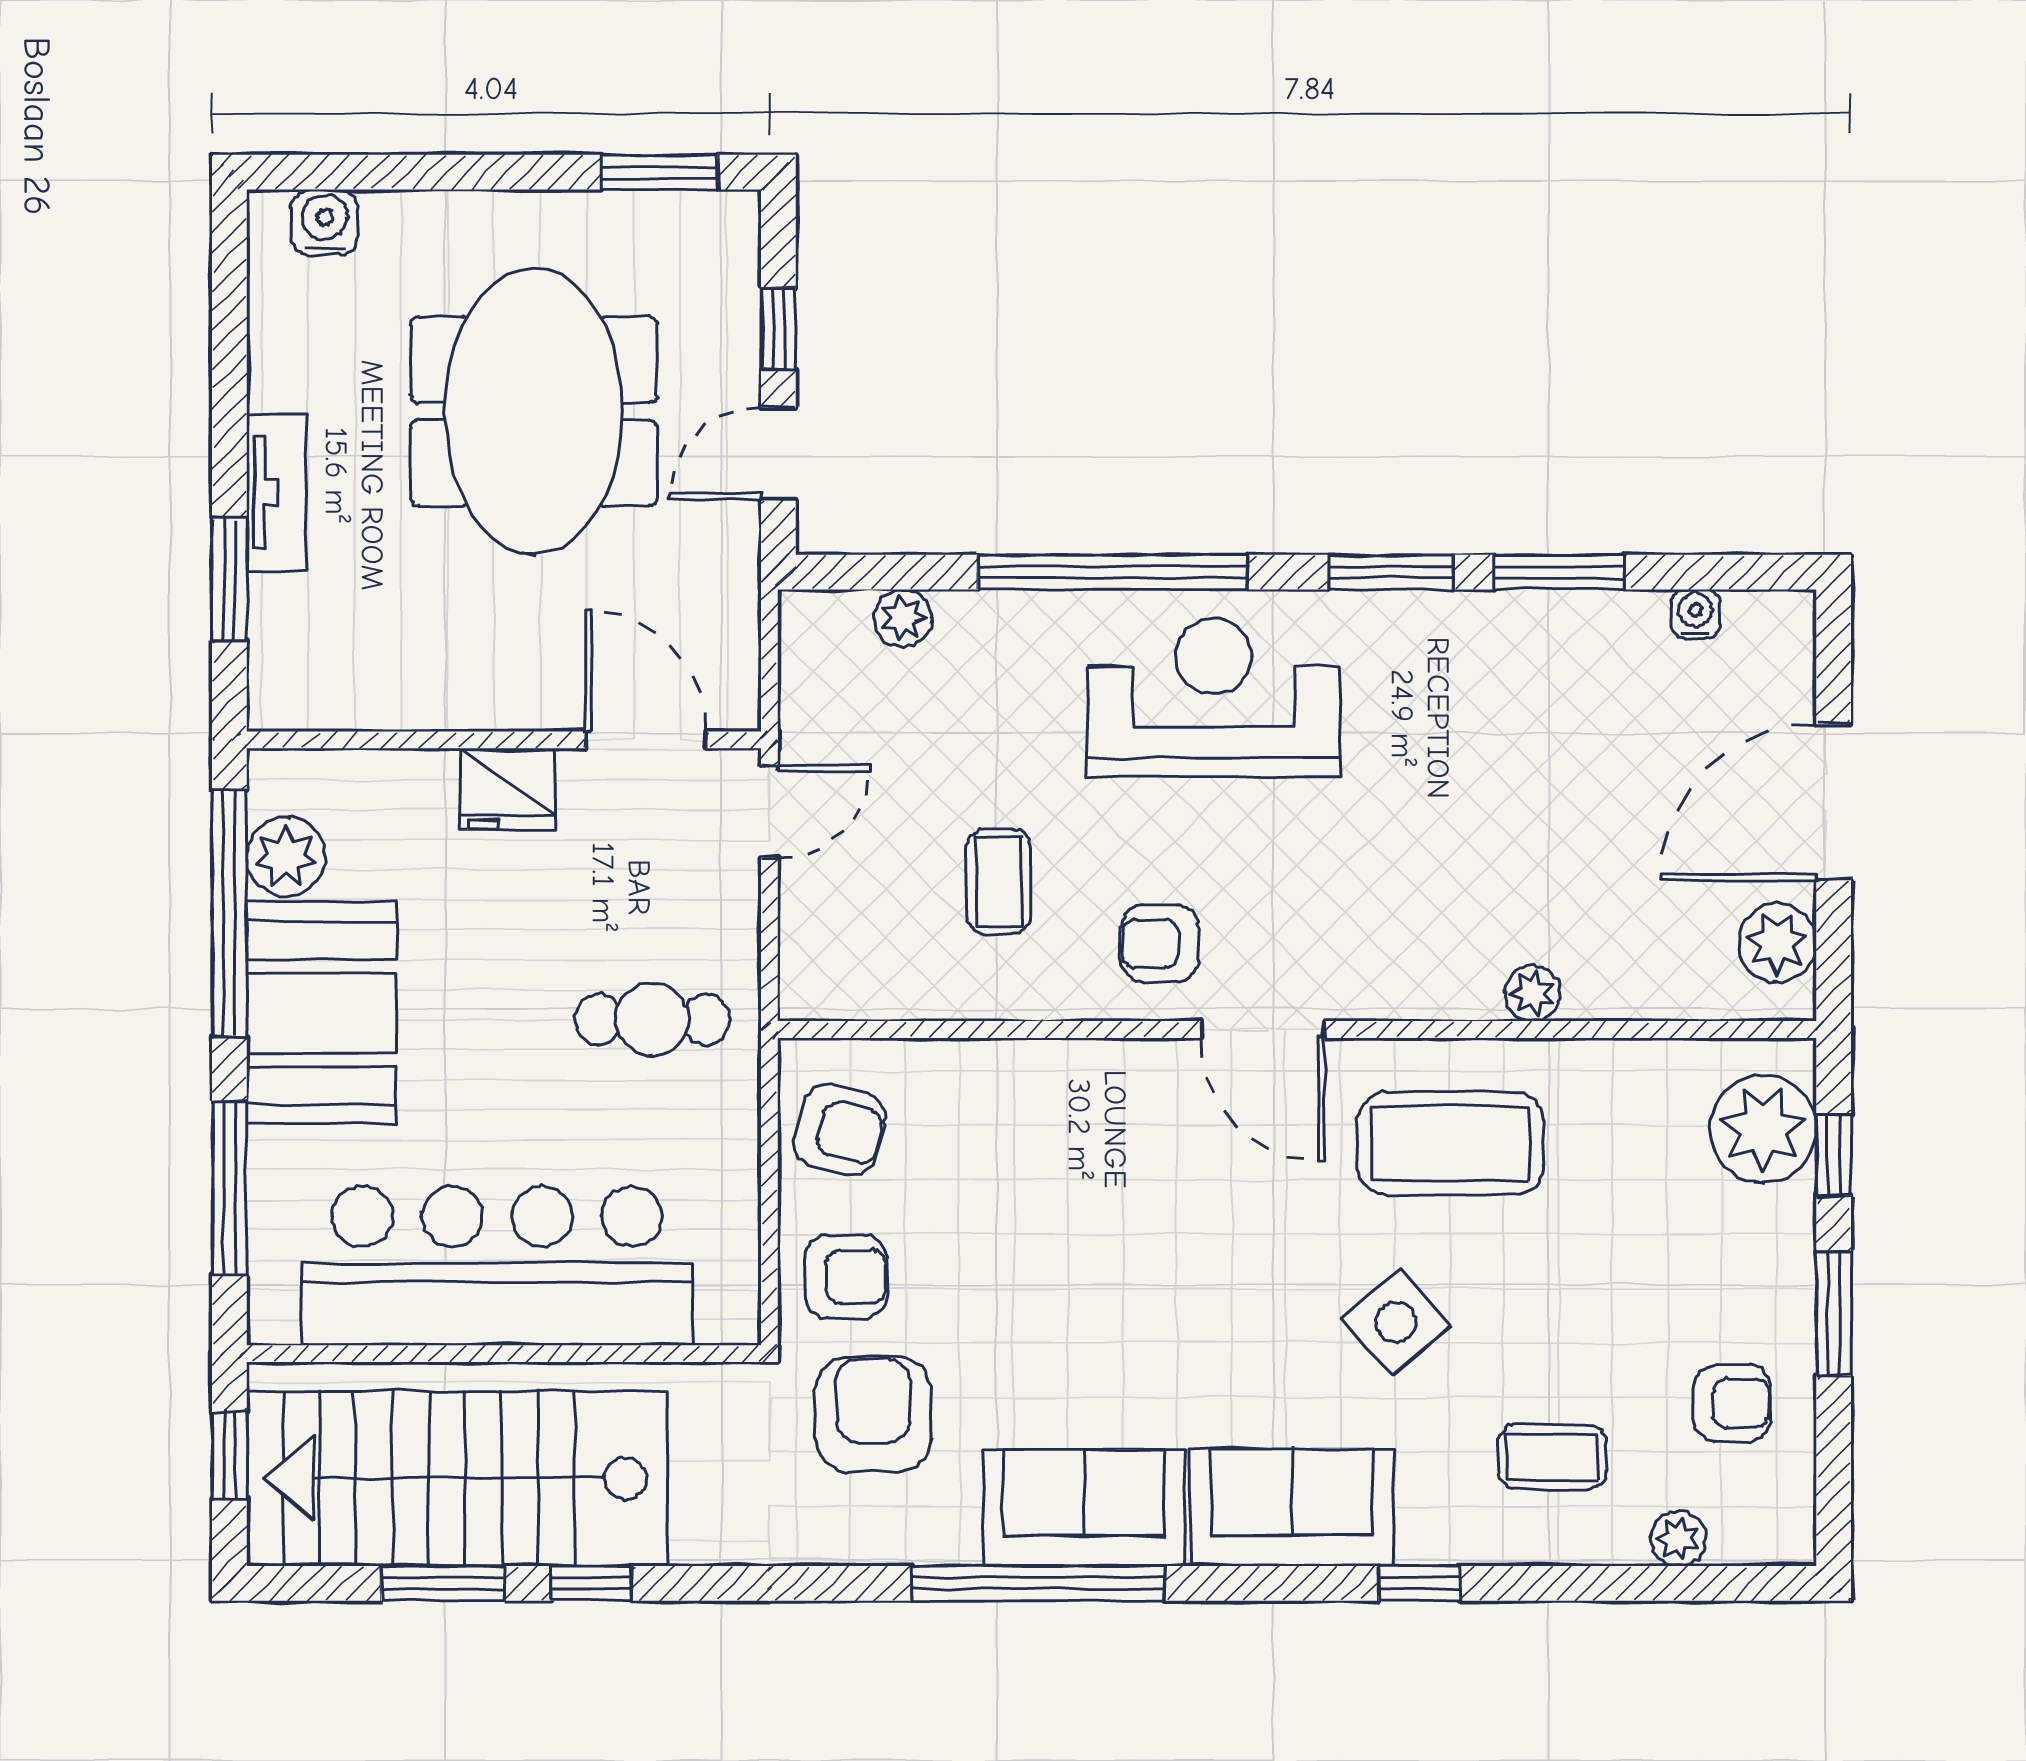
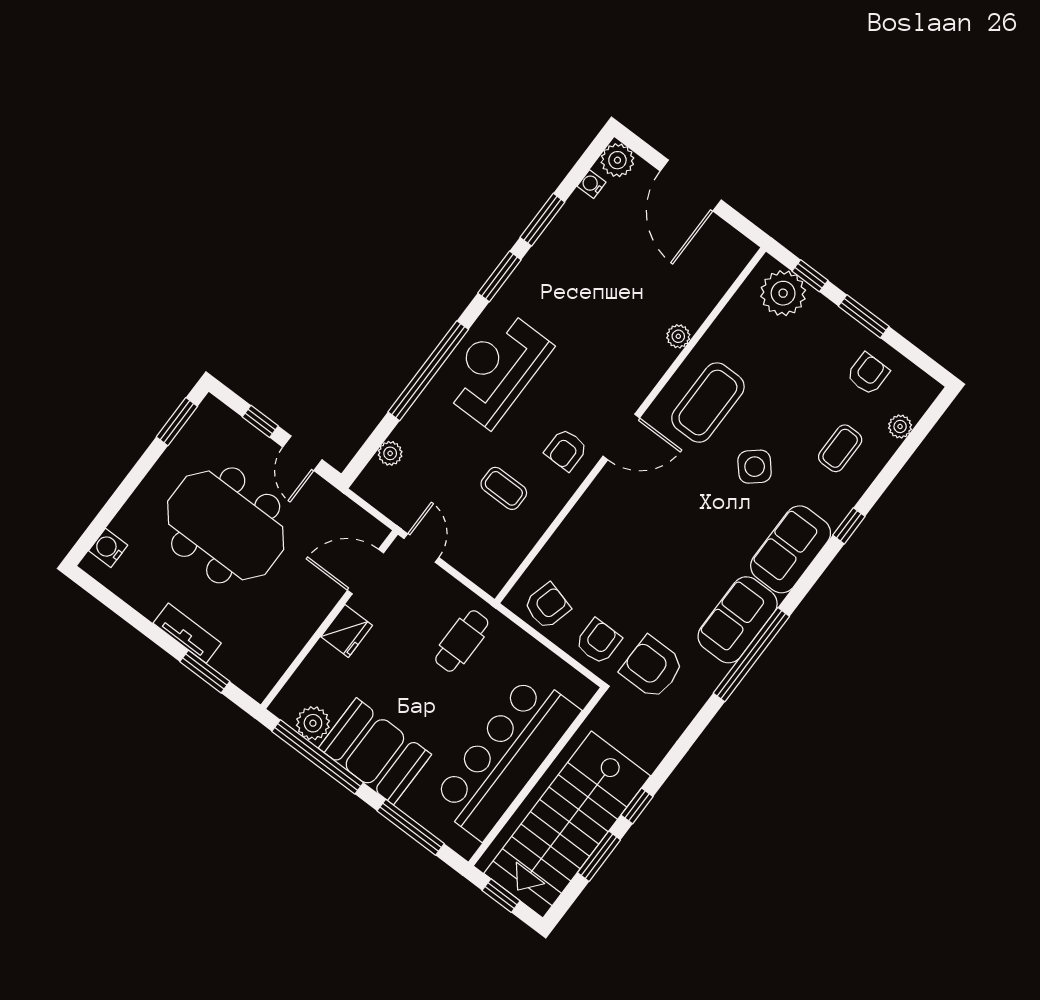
plant: (1777, 943) -> (617, 160), moved

